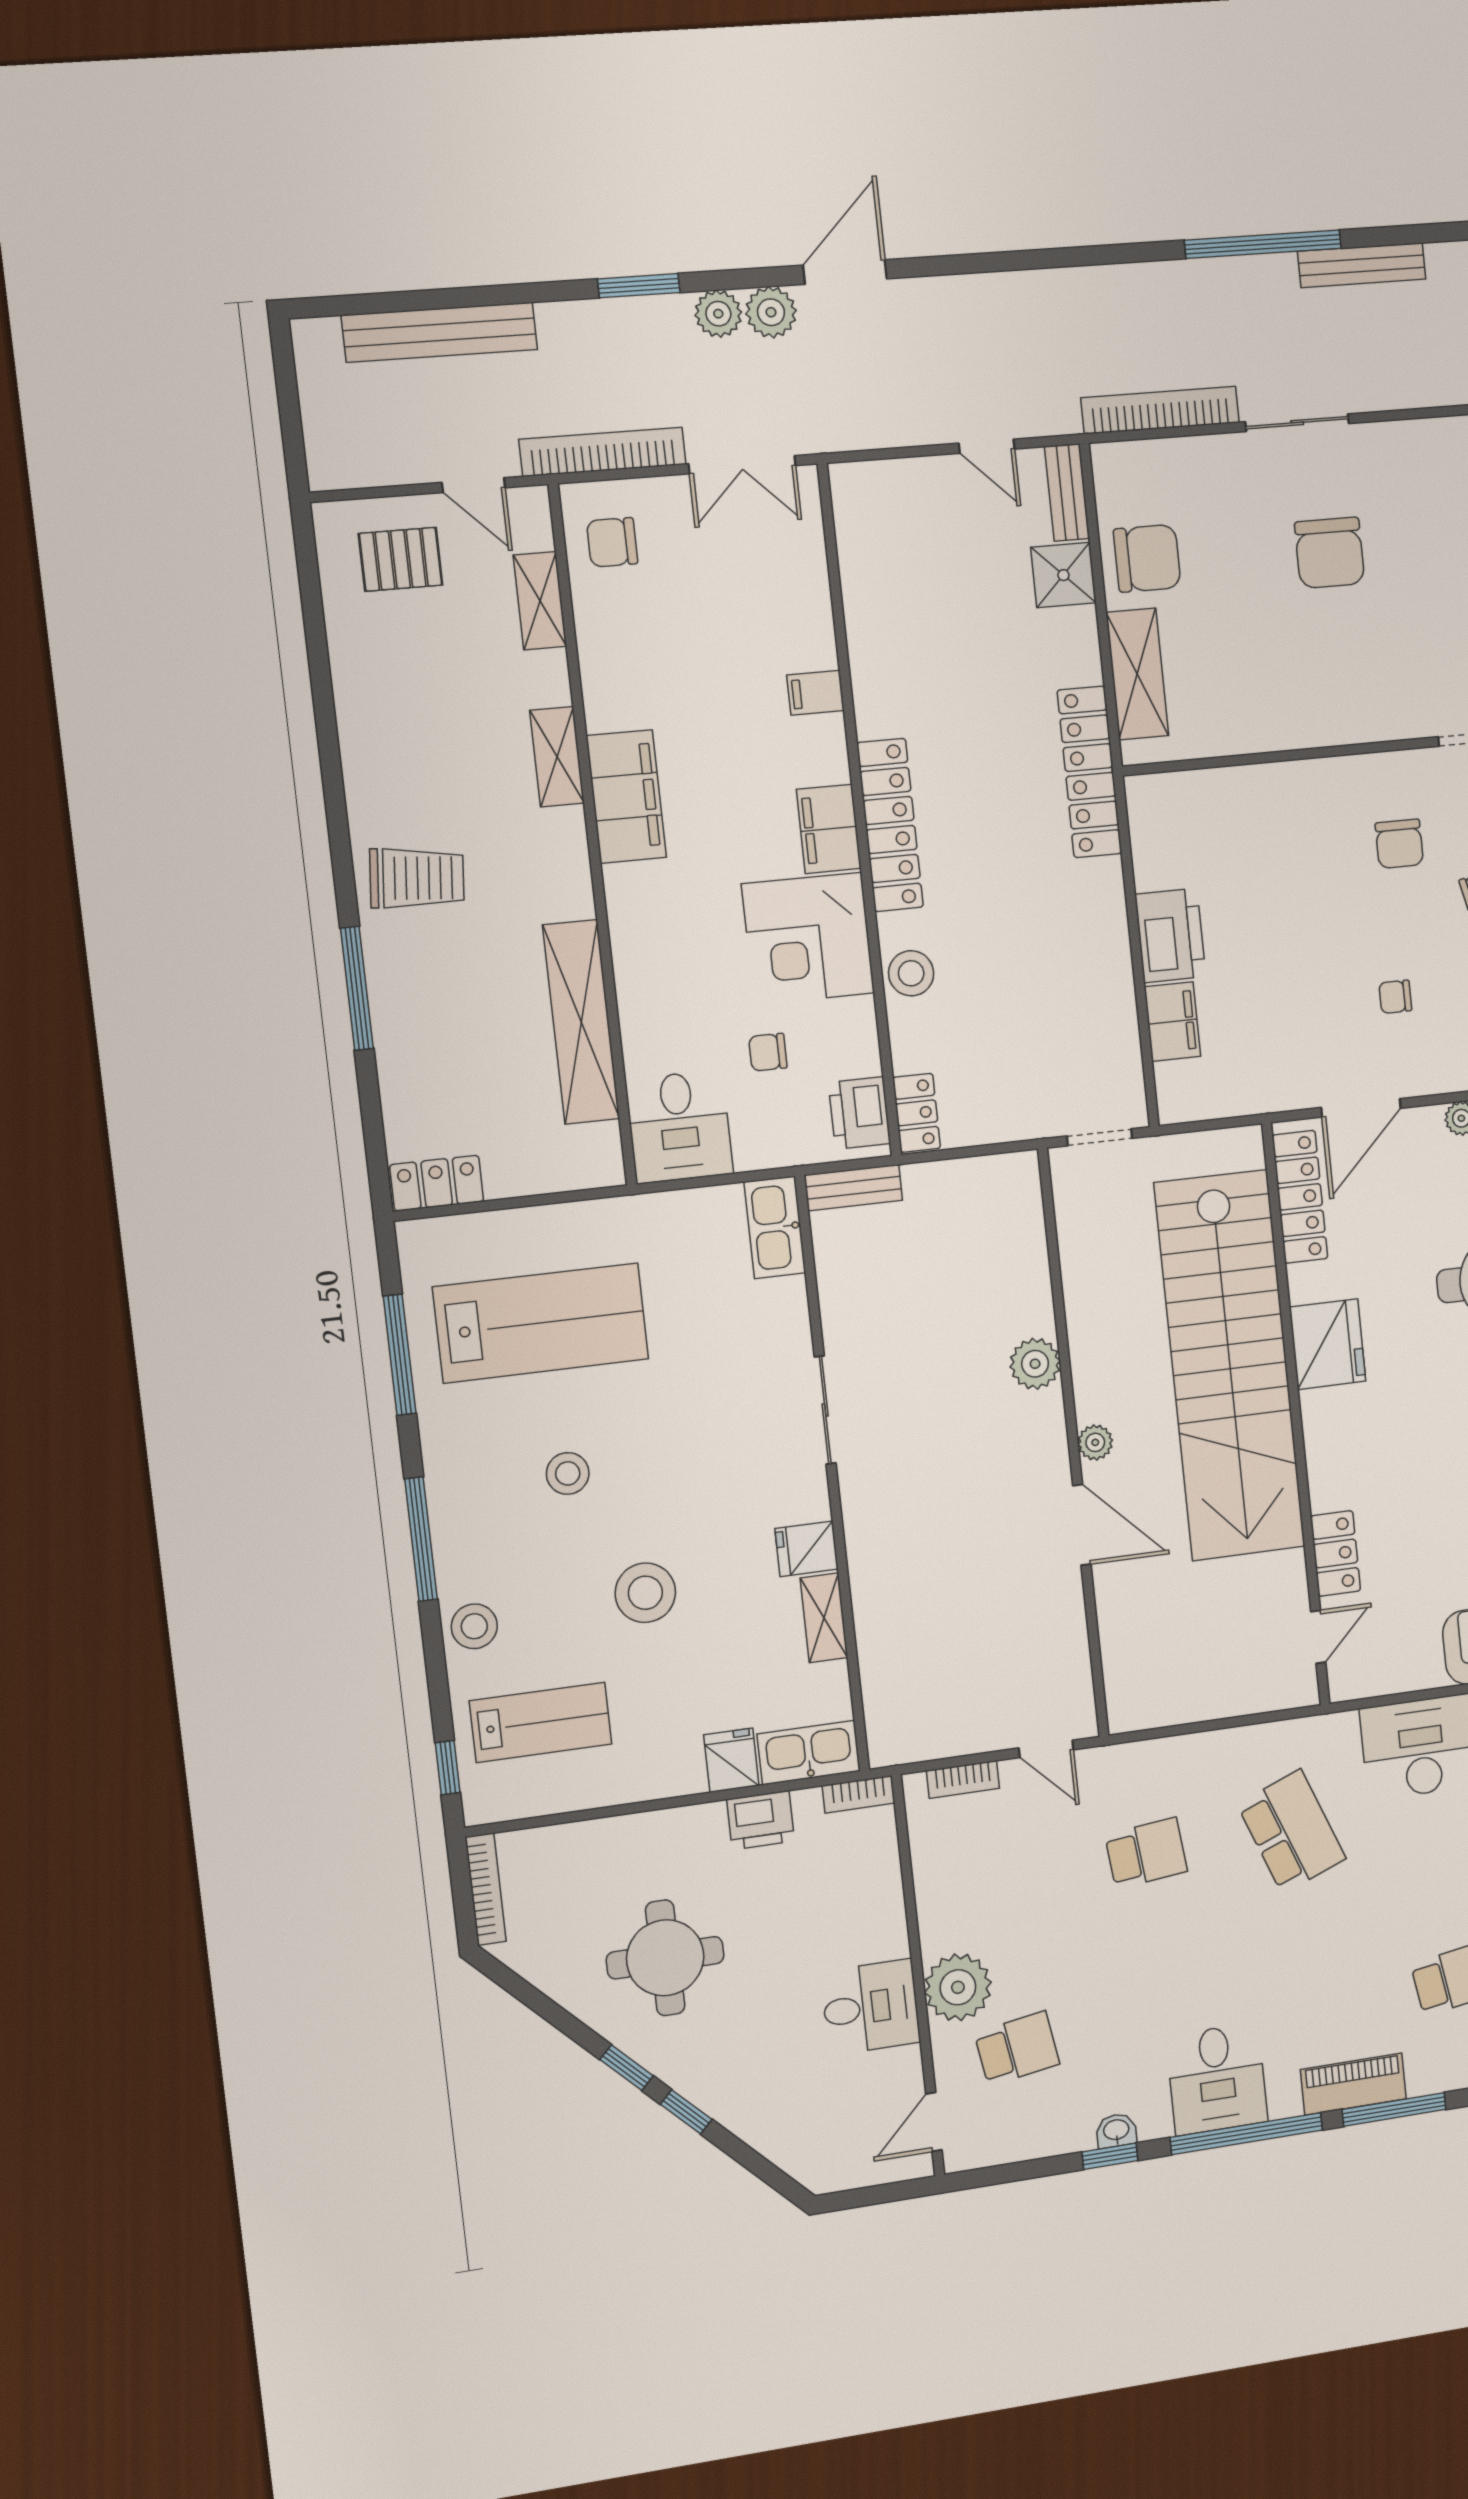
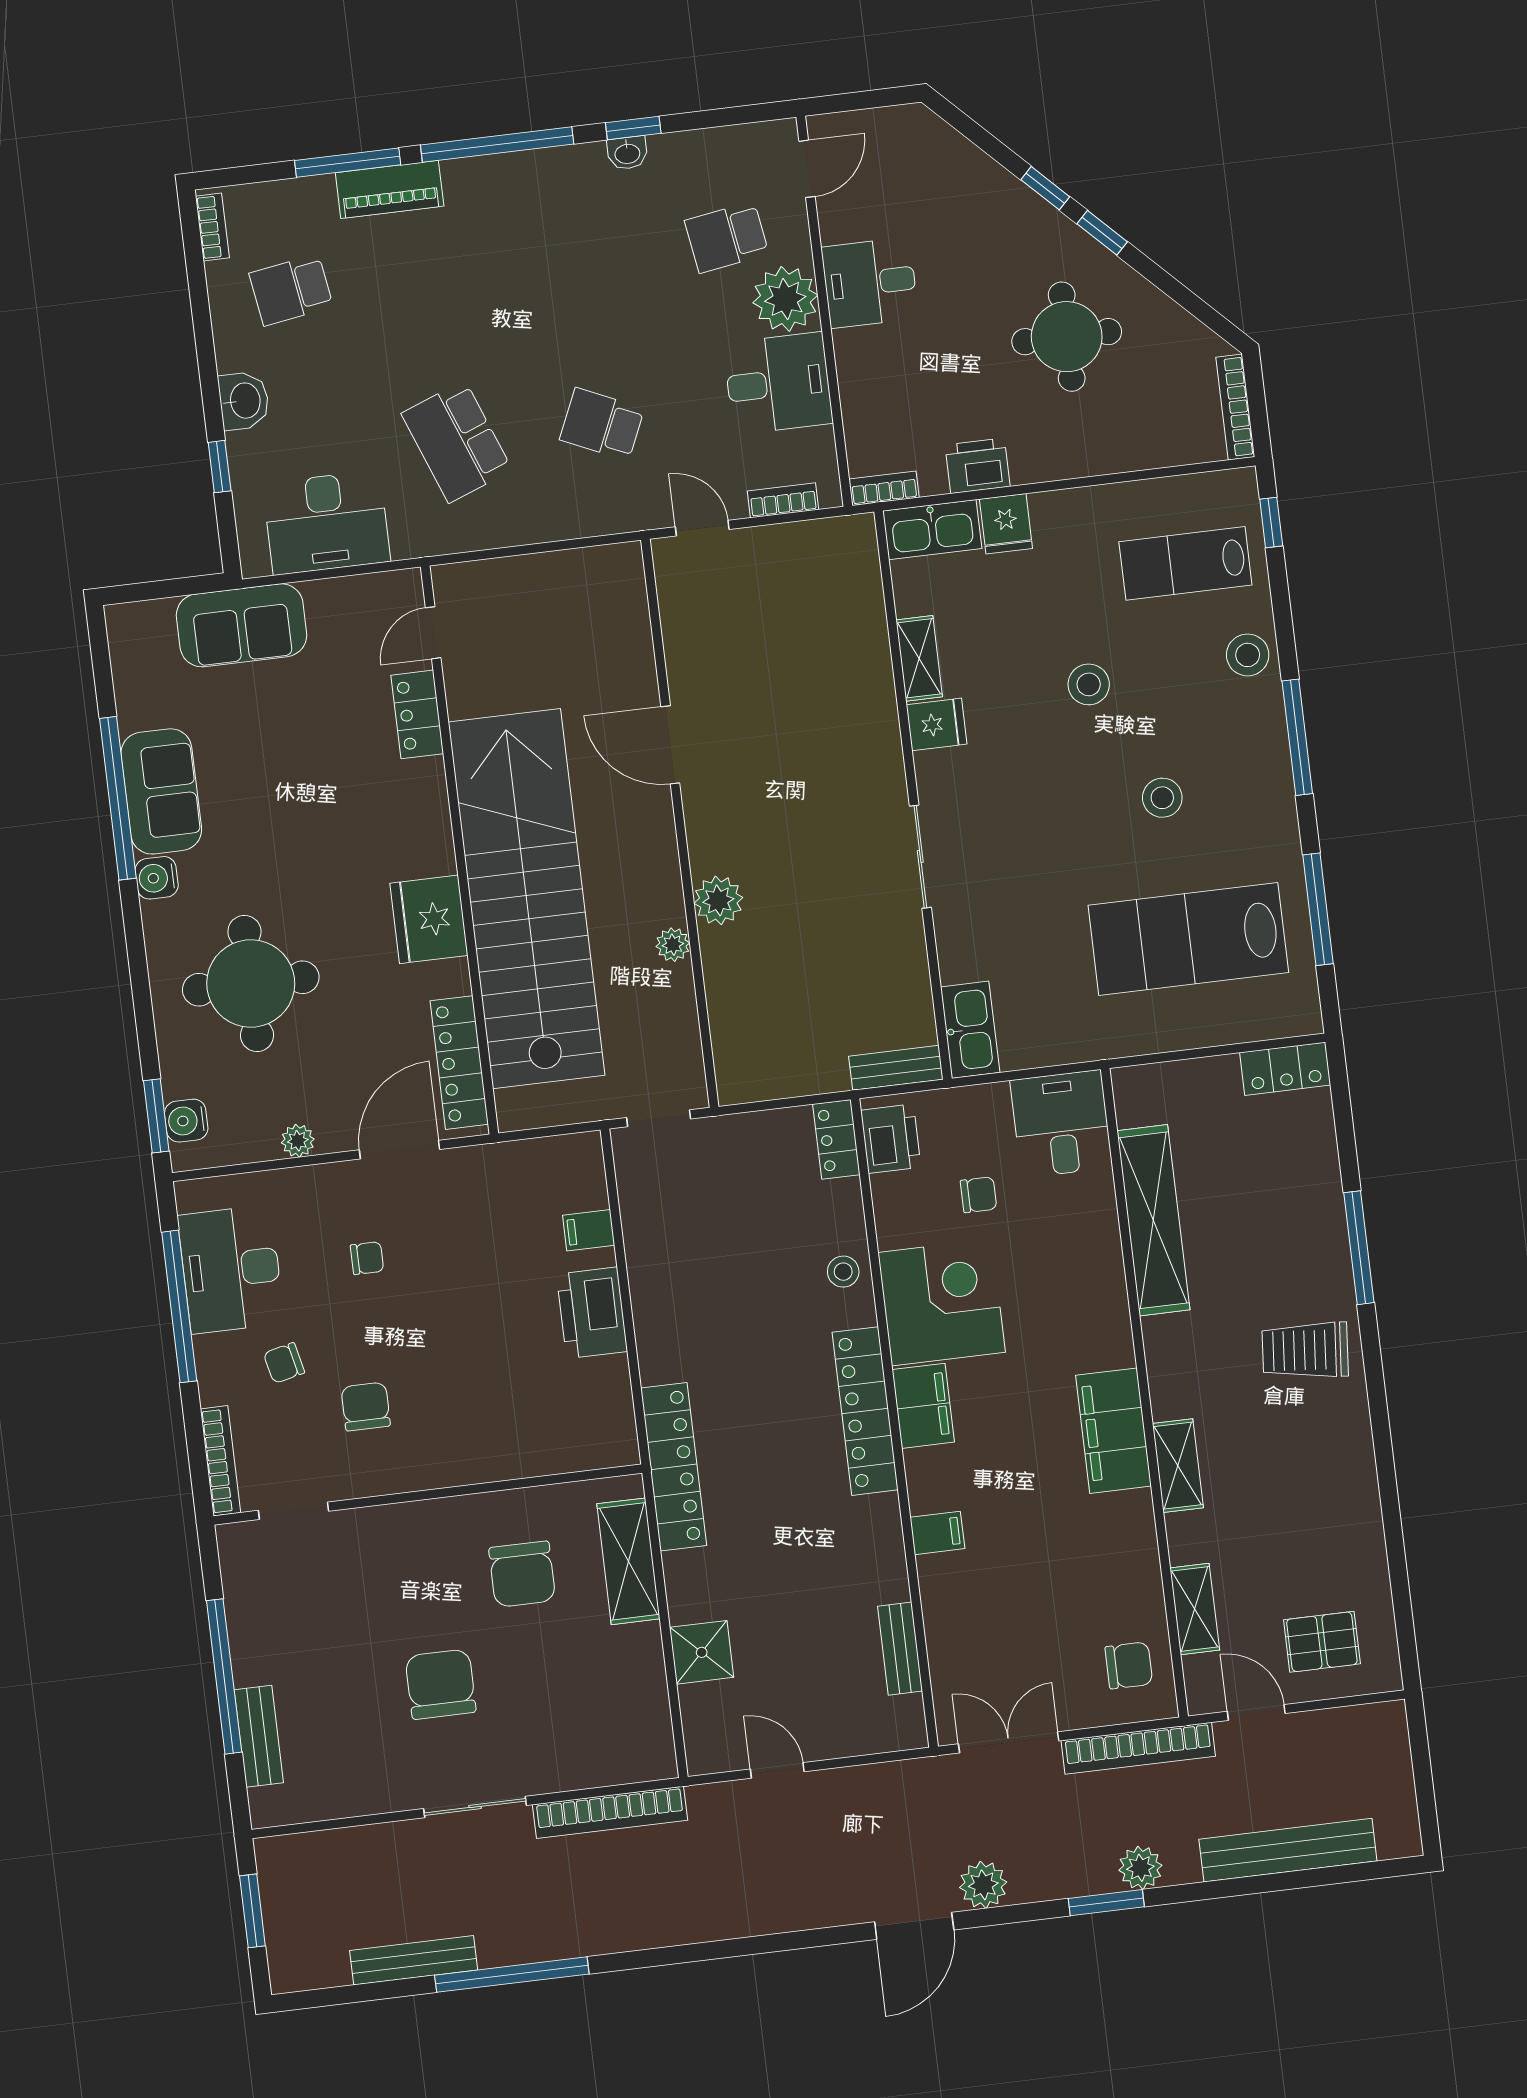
plant: (718, 314) -> (1140, 1868), moved
bench: (1067, 493) -> (900, 1649), moved
chair: (1147, 558) -> (522, 1574), moved, turned -90
stool: (911, 973) -> (843, 1272), width x0.73, depth x0.73
filing cabinet: (1172, 1022) -> (589, 1230), width x0.50
plant: (1095, 1442) -> (673, 945), moved
stool: (645, 1593) -> (1089, 684), width x0.73, depth x0.73
school desk: (1146, 1853) -> (602, 424), turned 30
desk: (1217, 2079) -> (778, 383), moved, turned 90

